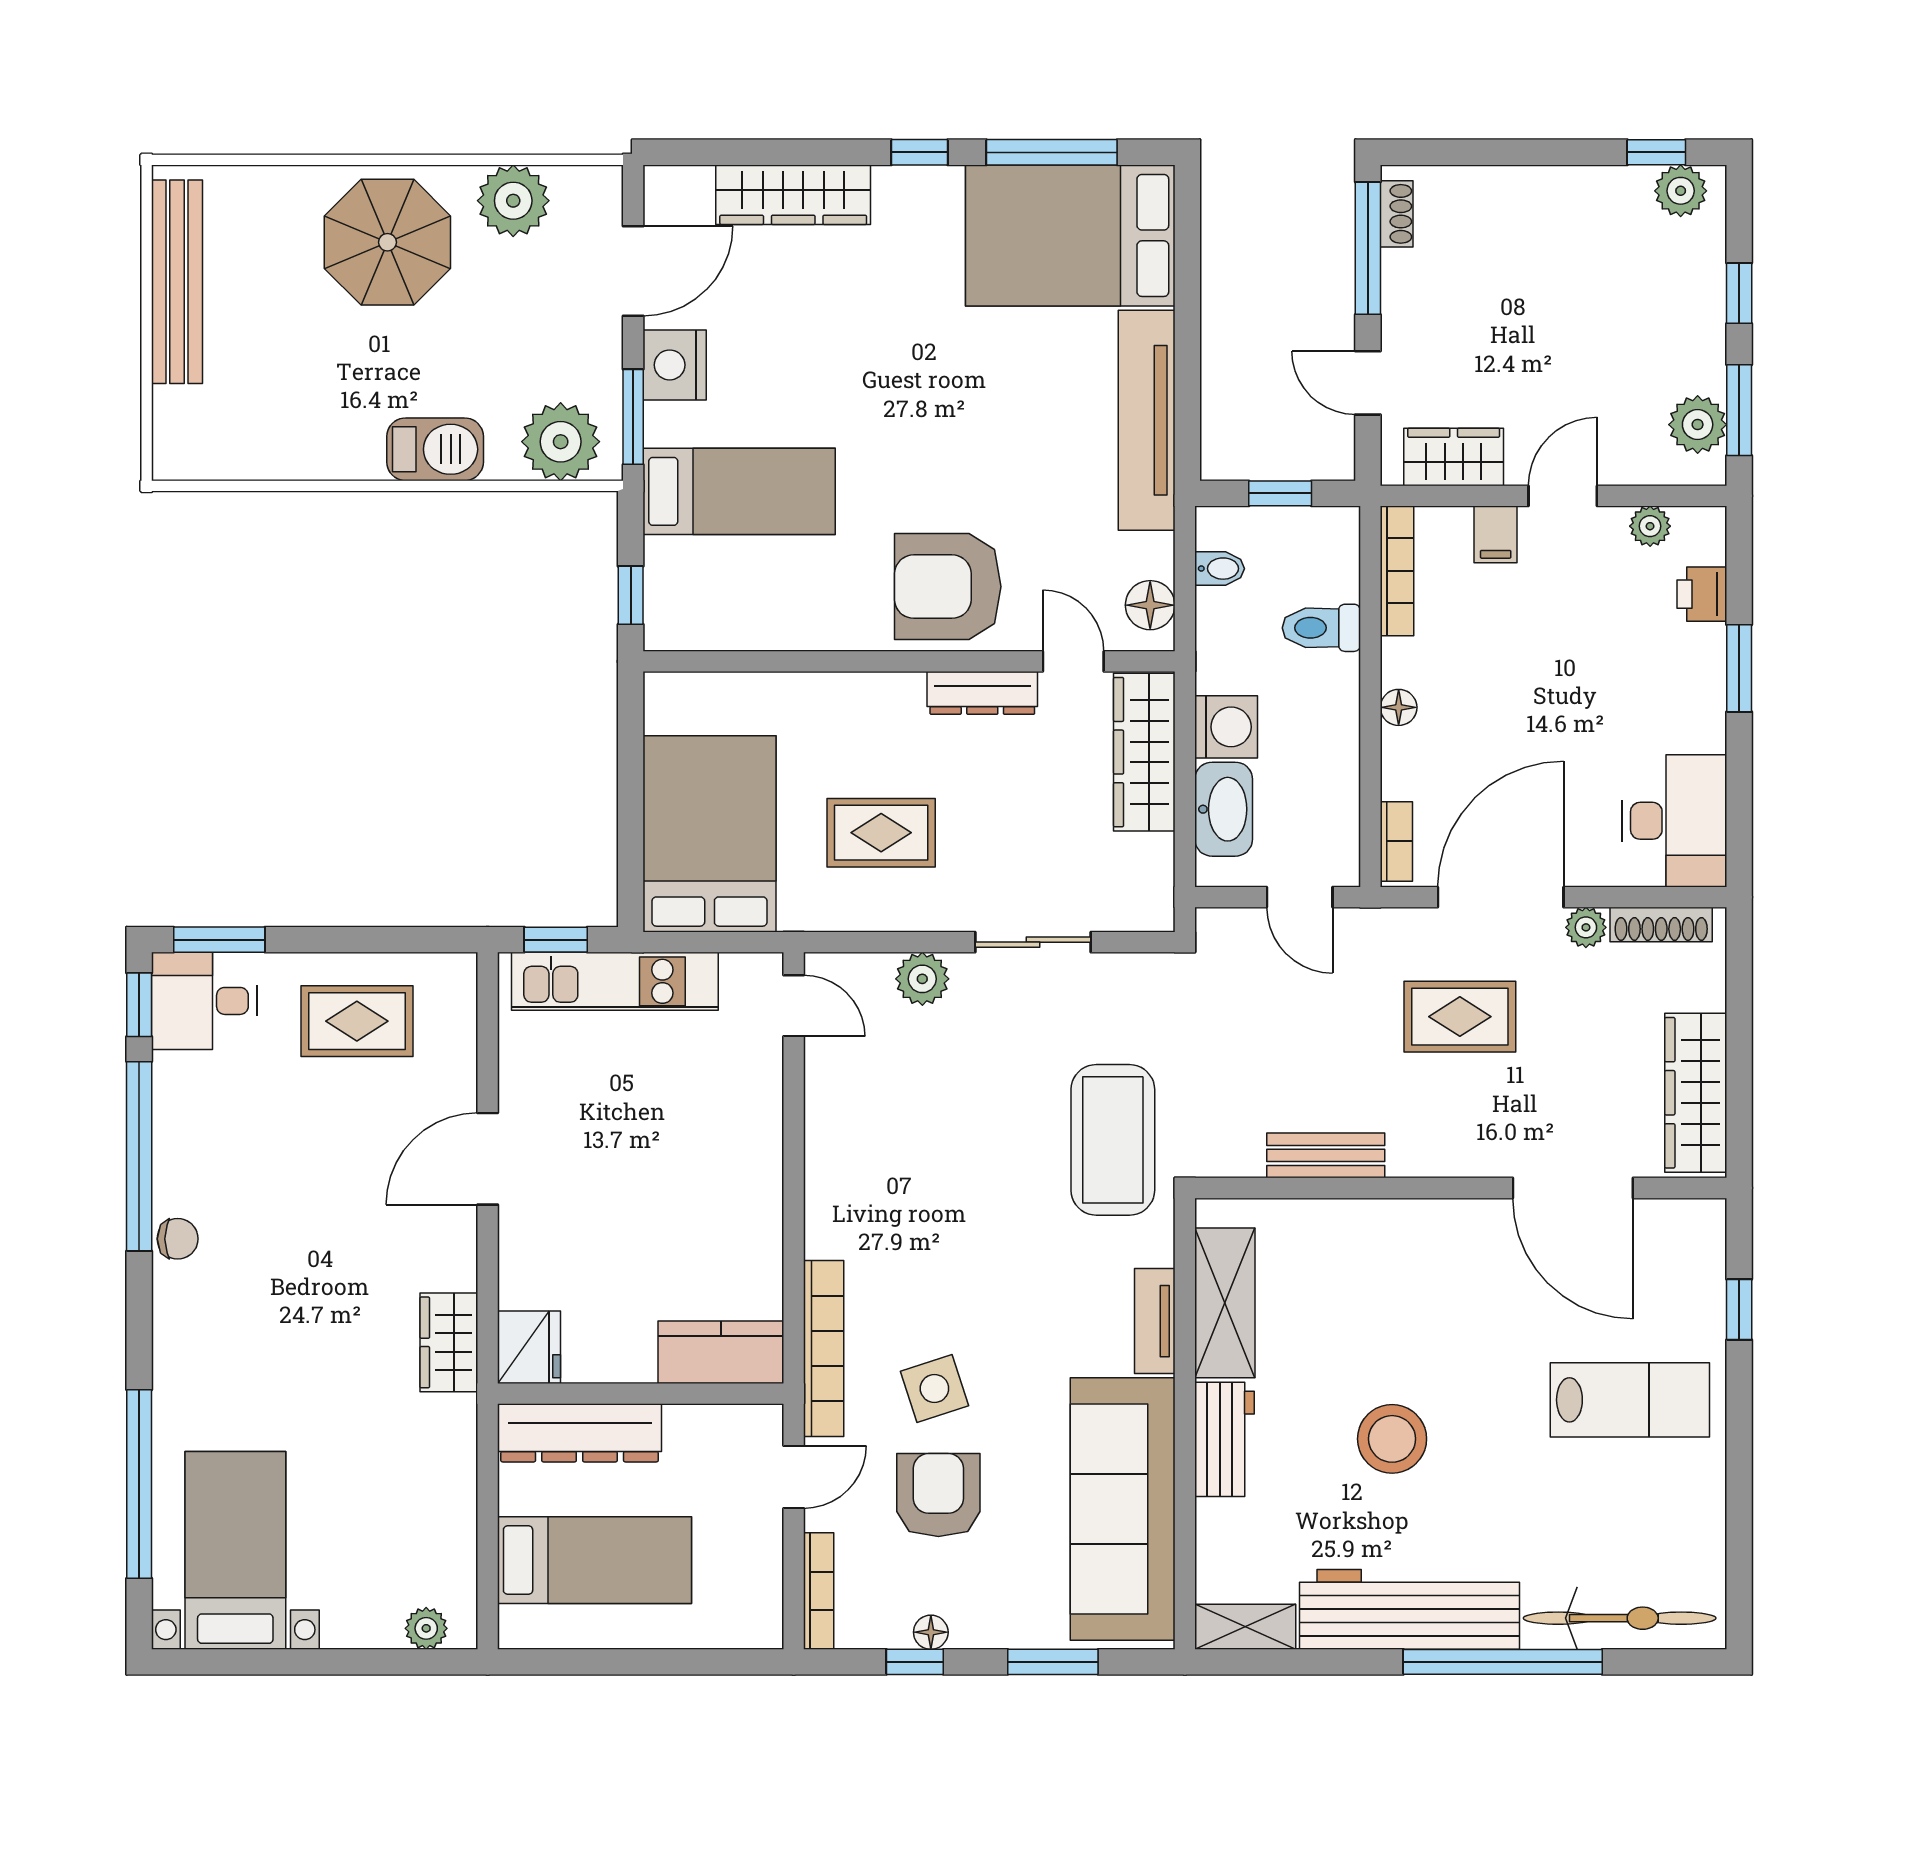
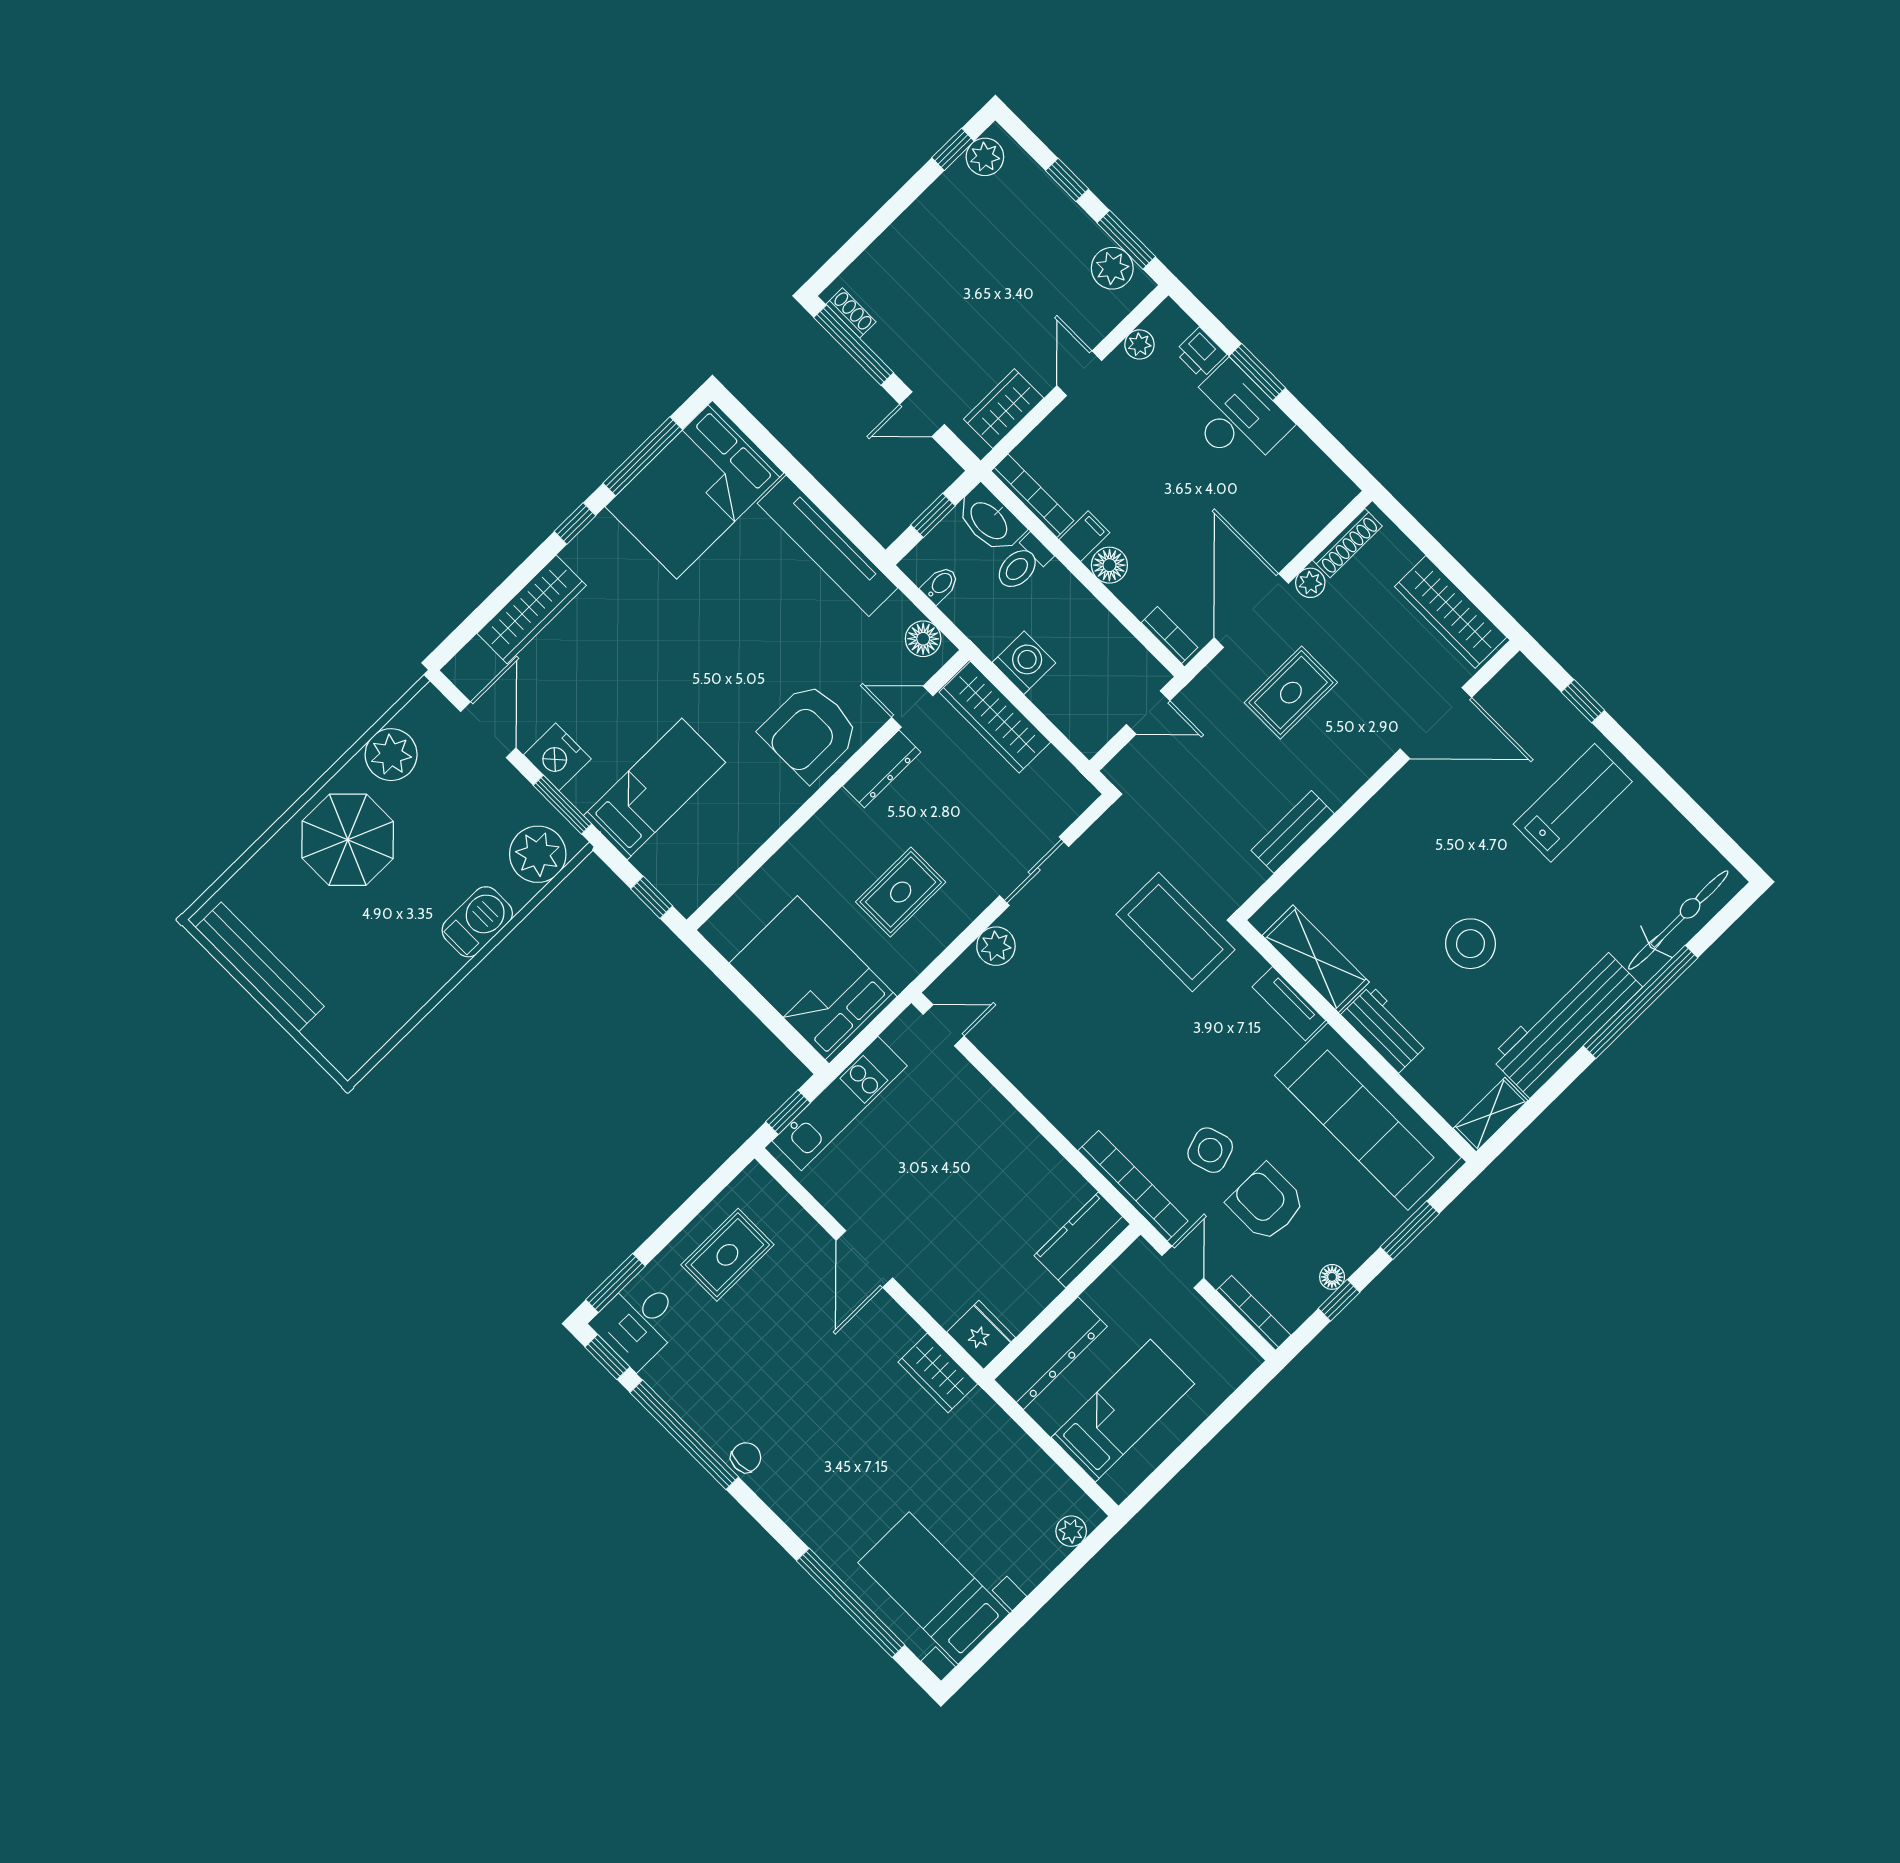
filing cabinet: (1496, 534) -> (1084, 536), moved, turned -90
floor lamp: (1399, 707) -> (1109, 565), width x1.37, depth x1.37
washbasin: (1224, 809) -> (990, 520), moved, turned 180
desk: (1674, 821) -> (1236, 417), moved

